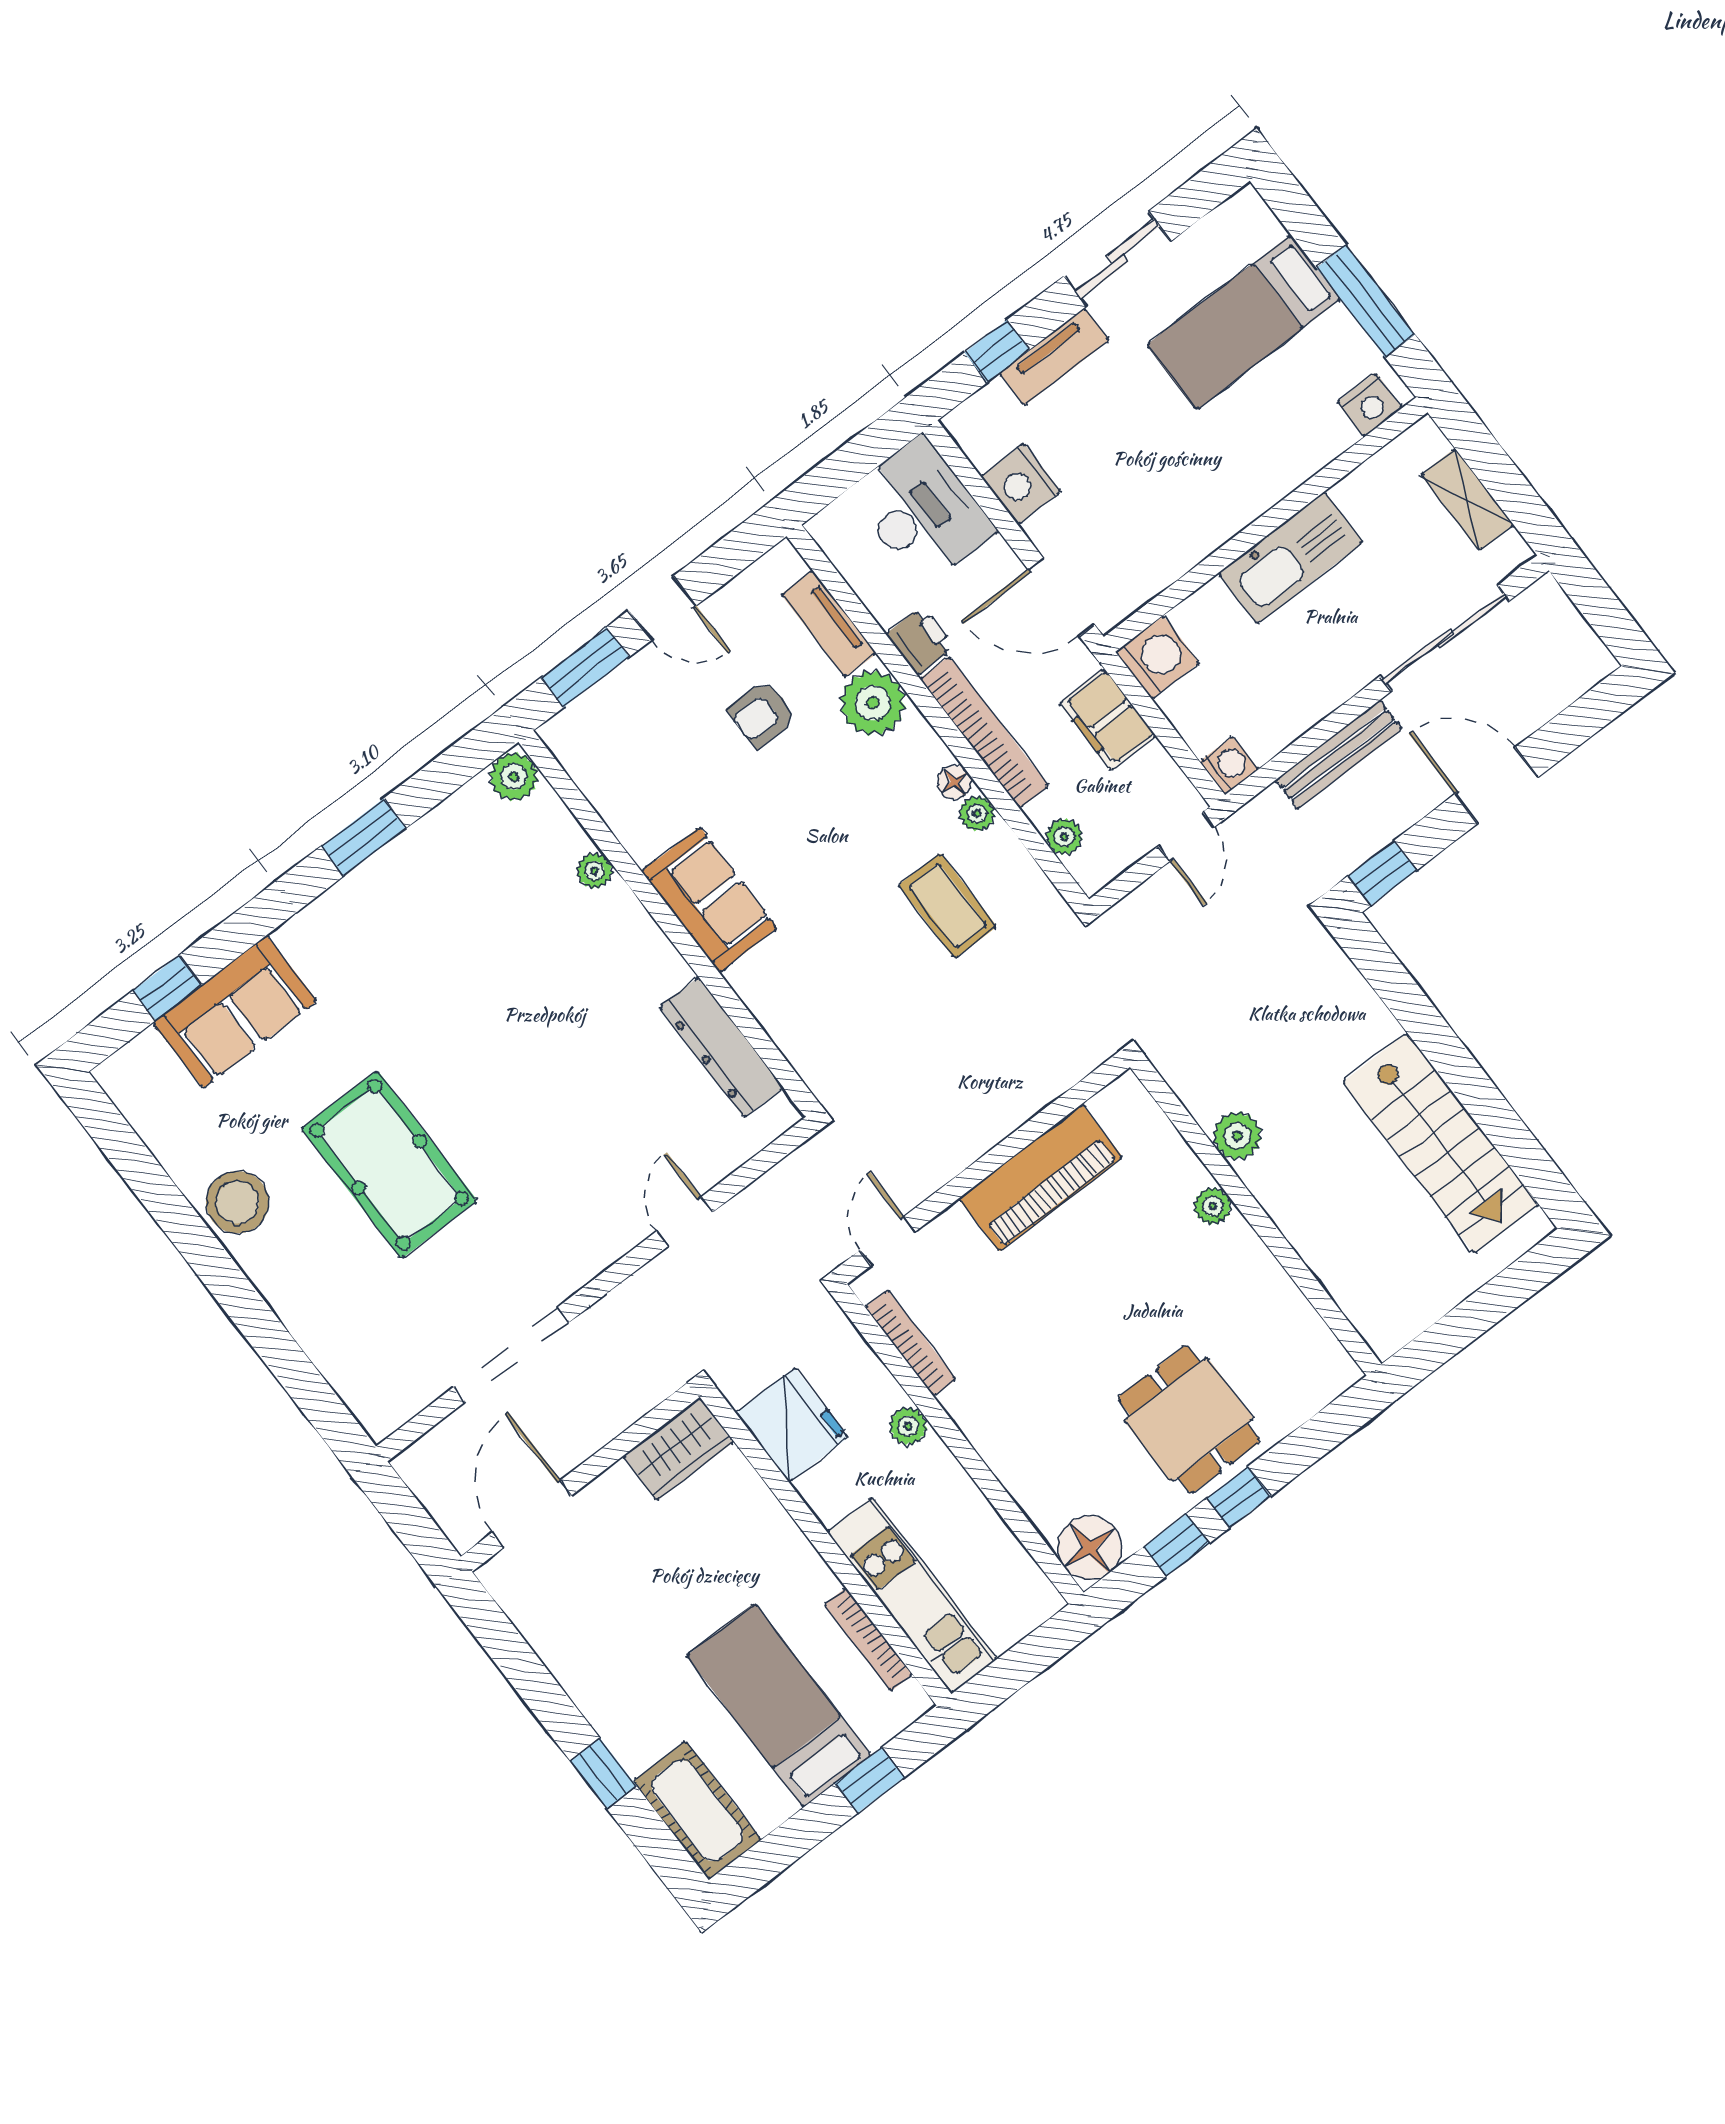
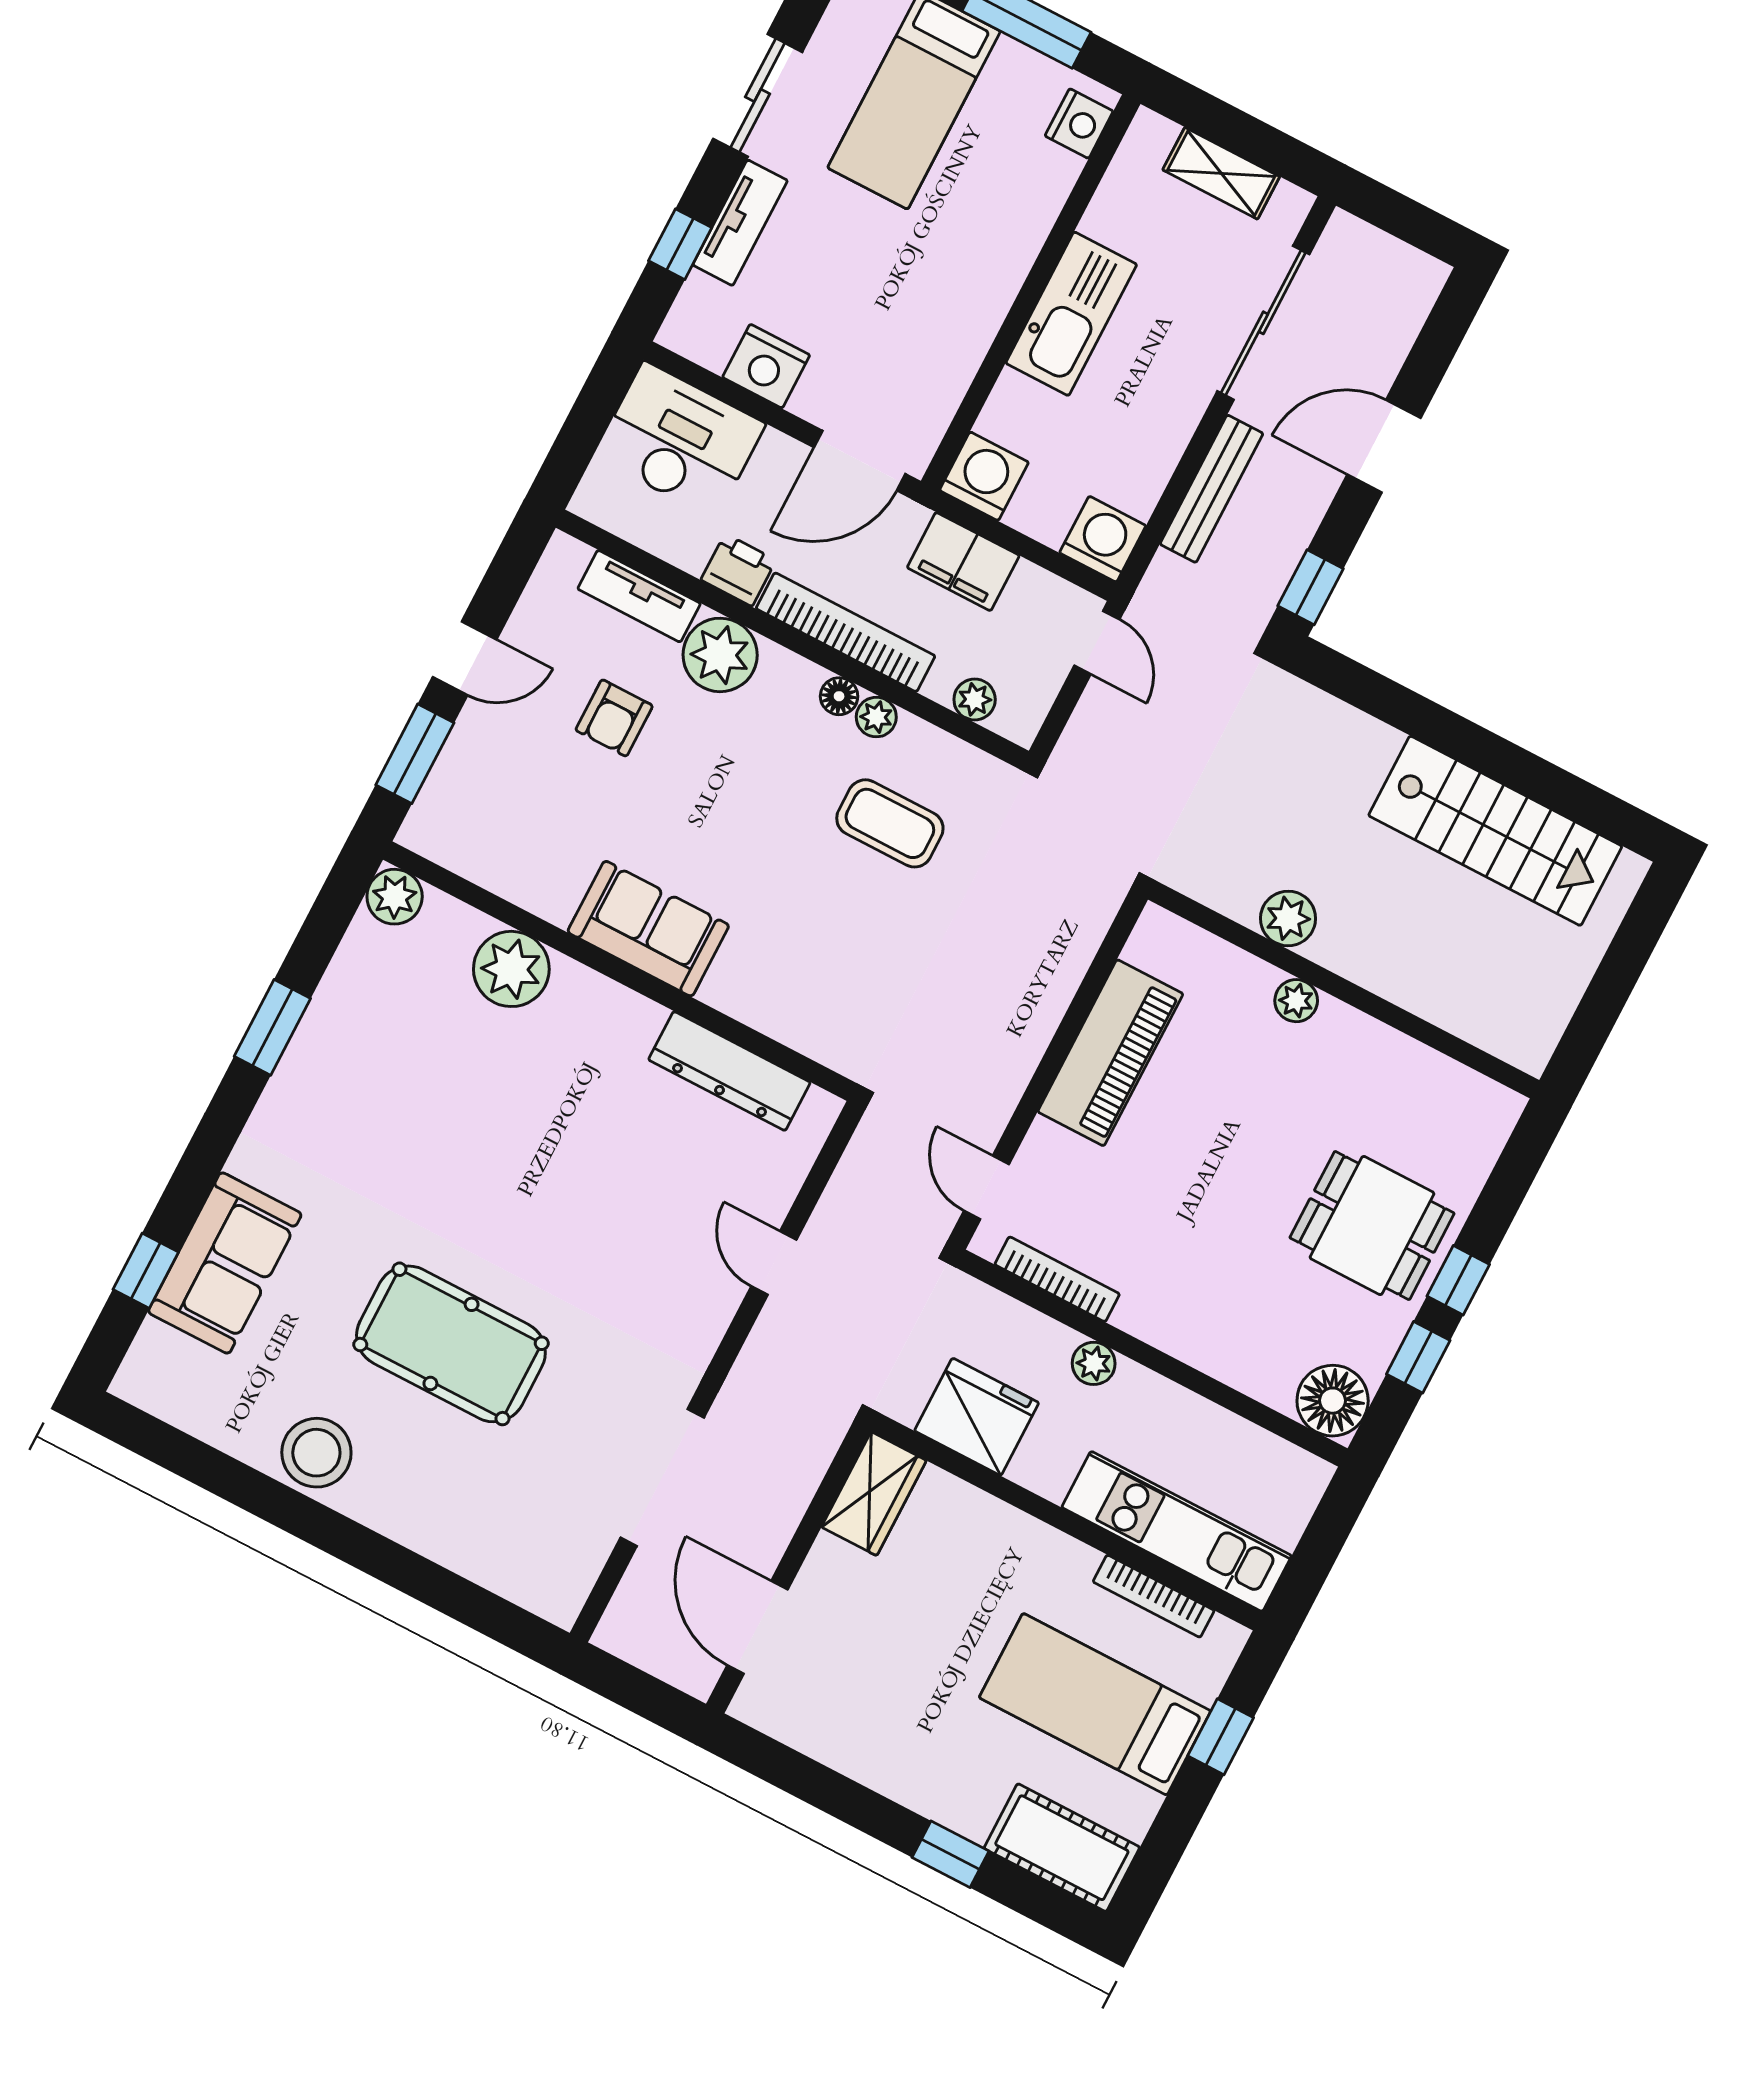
washing machine: (1229, 766) -> (1103, 539), width x1.38, depth x1.38
plant: (594, 871) -> (511, 969), width x1.87, depth x1.87

